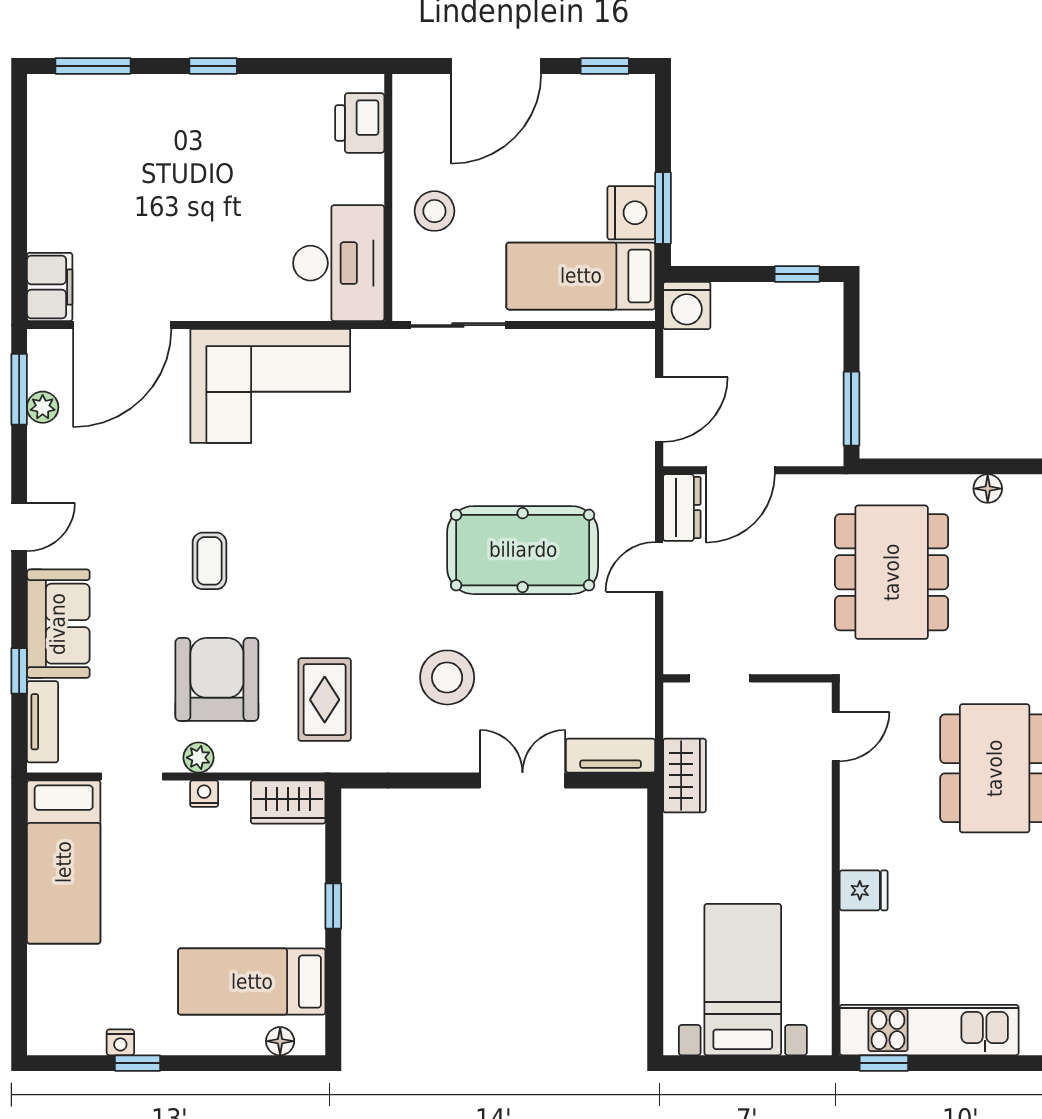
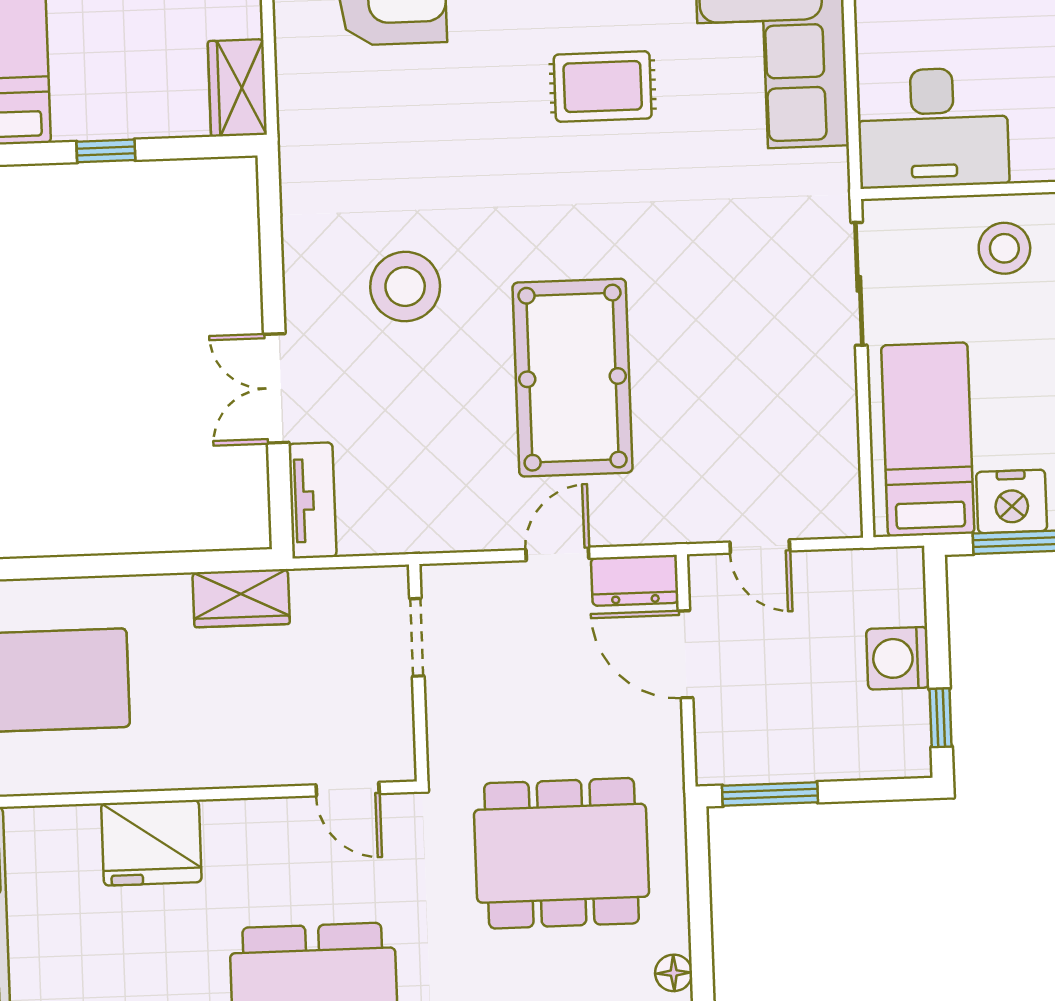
washing machine: (687, 306) -> (898, 658), moved
door: (659, 409) -> (760, 547), width x0.73
door: (659, 567) -> (557, 554), hinge flipped
rug: (325, 700) -> (603, 87), moved
wardrobe: (684, 775) -> (241, 598), moved
double door: (522, 780) -> (276, 388), swing flipped
fridge: (864, 890) -> (151, 843), width x1.88, depth x1.34

